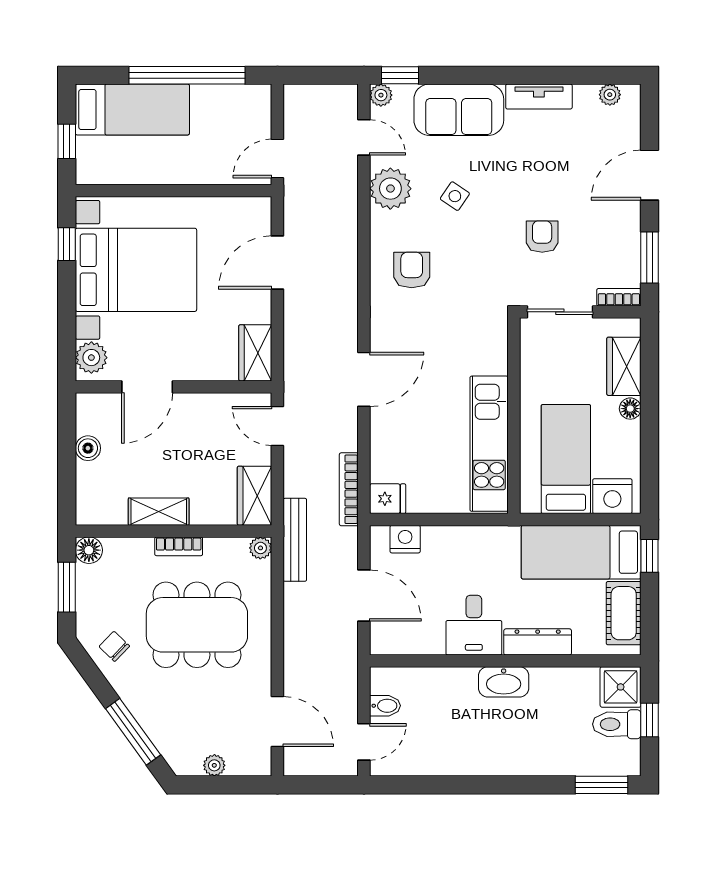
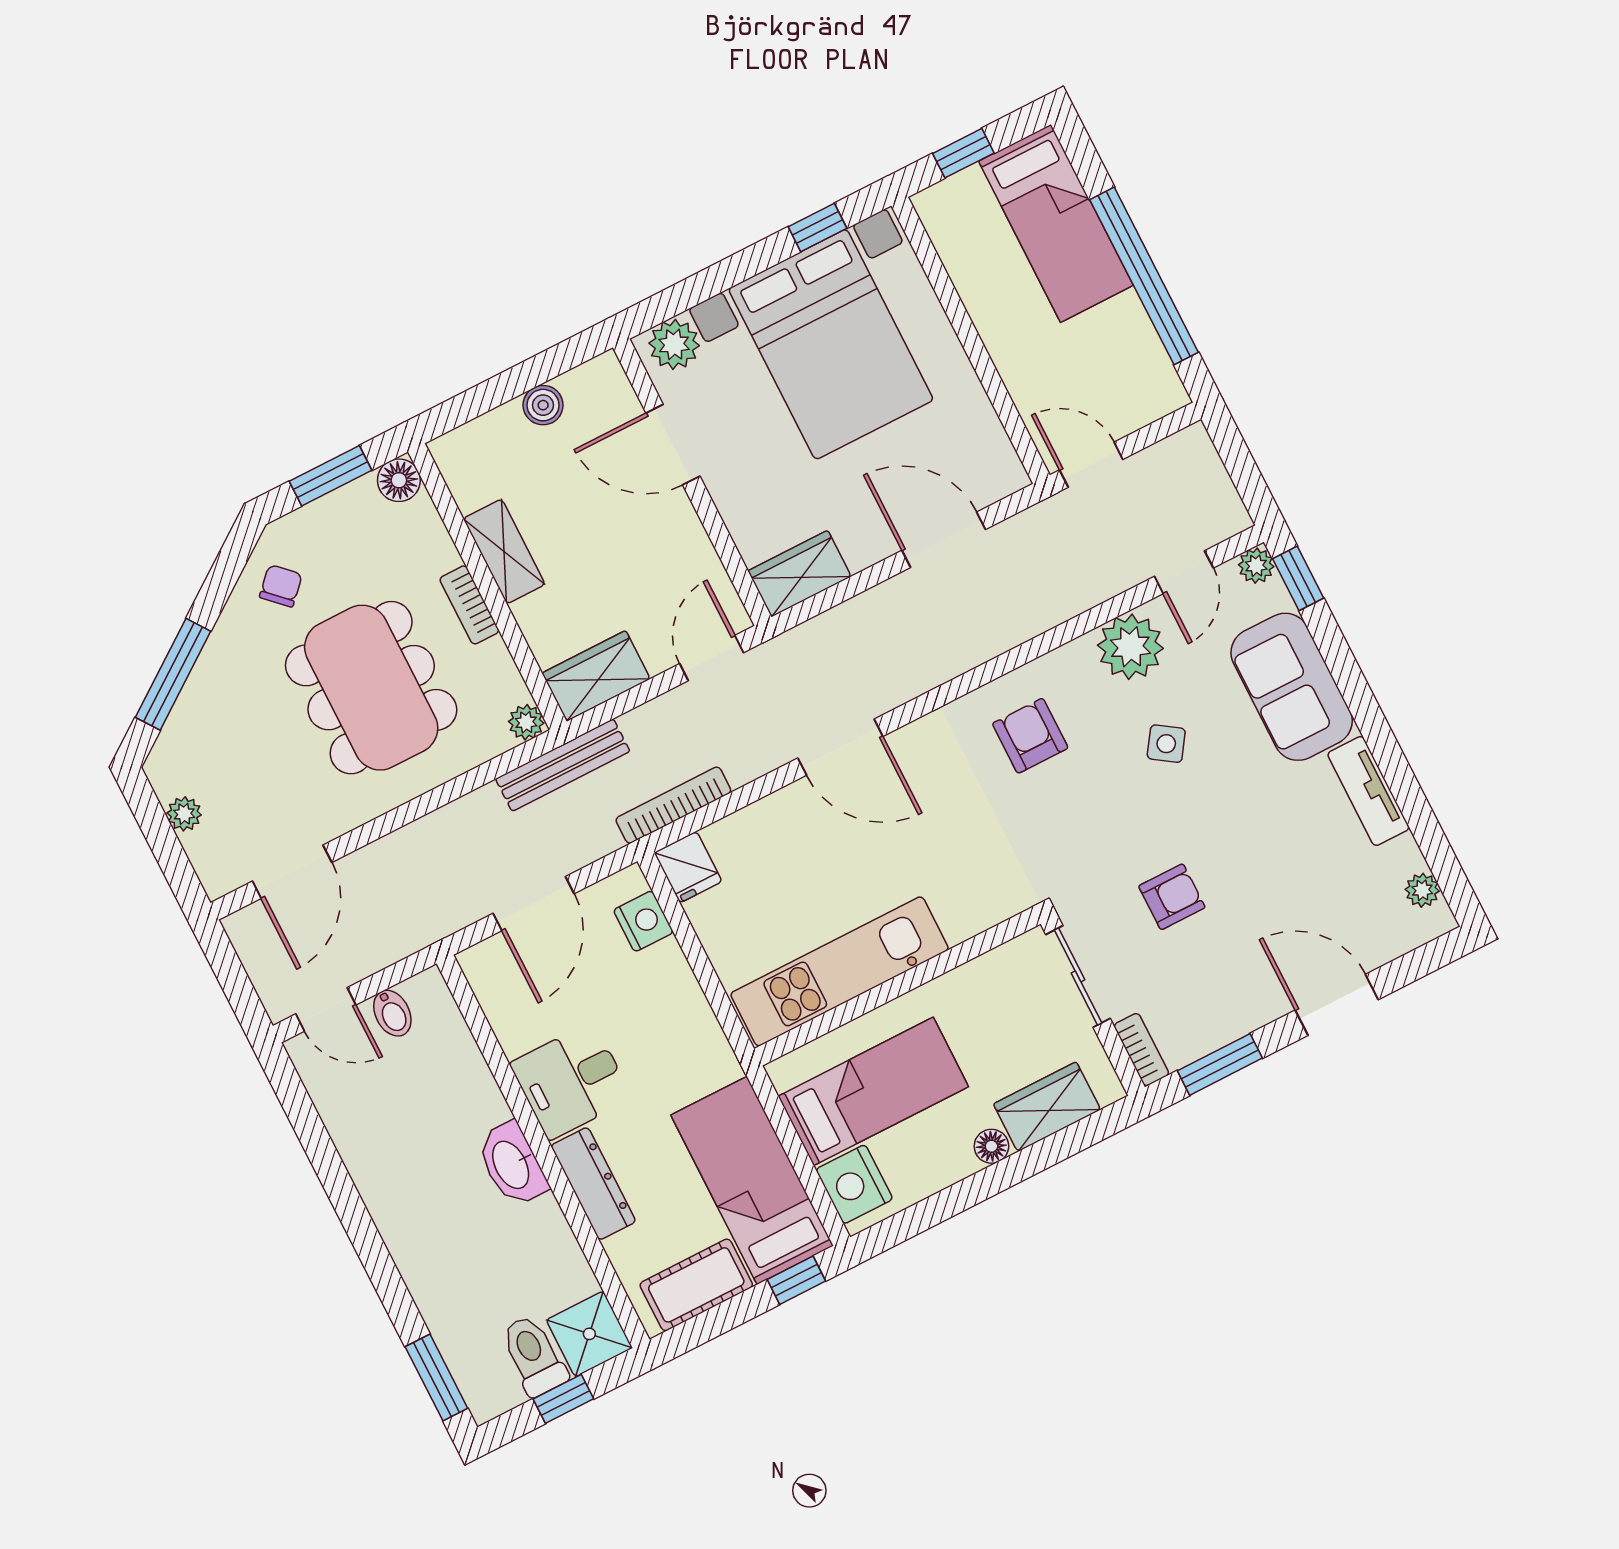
armchair: (412, 270) -> (1030, 736), turned -90

